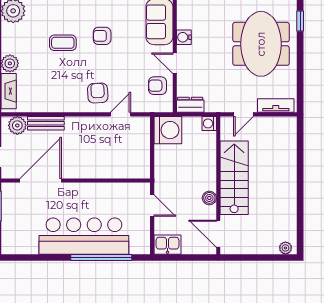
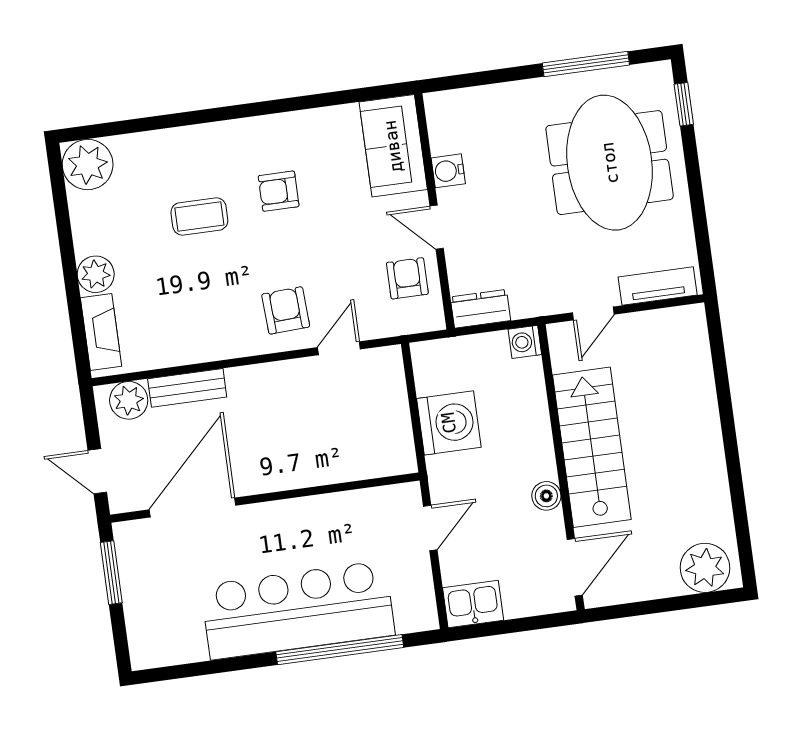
armchair: (157, 86) -> (407, 278), turned 90
washing machine: (168, 130) -> (449, 423), moved
door: (152, 206) -> (430, 528), hinge flipped
door: (218, 234) -> (575, 567), swing flipped
plant: (285, 248) -> (705, 568), width x1.88, depth x1.88

